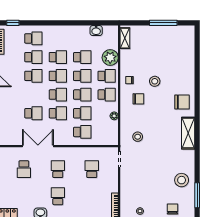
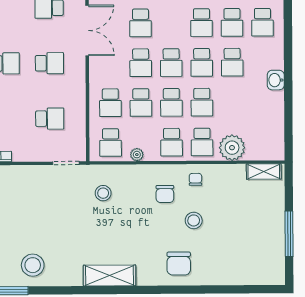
washbasin: (96, 31) -> (276, 80), moved
school desk: (82, 57) -> (111, 142), moved
chair: (182, 102) -> (179, 264), moved

